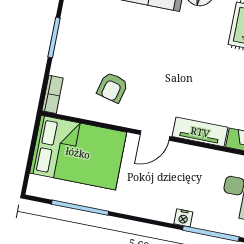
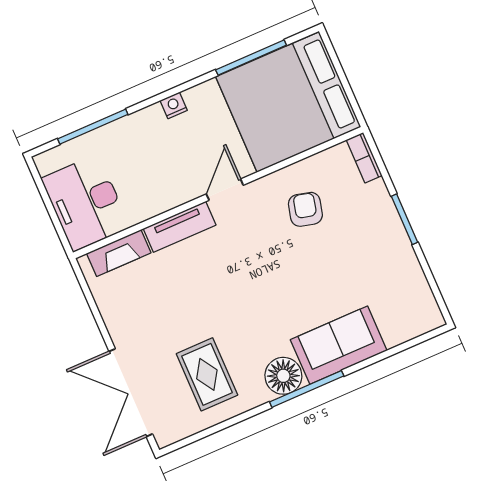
bed: (78, 153) -> (288, 102), width x1.36
nightstand: (183, 218) -> (174, 105), moved

